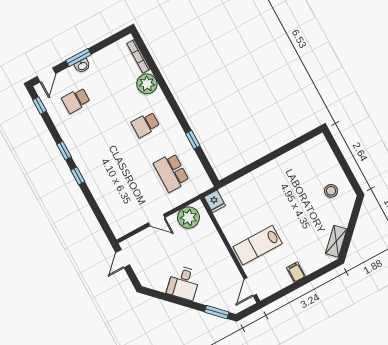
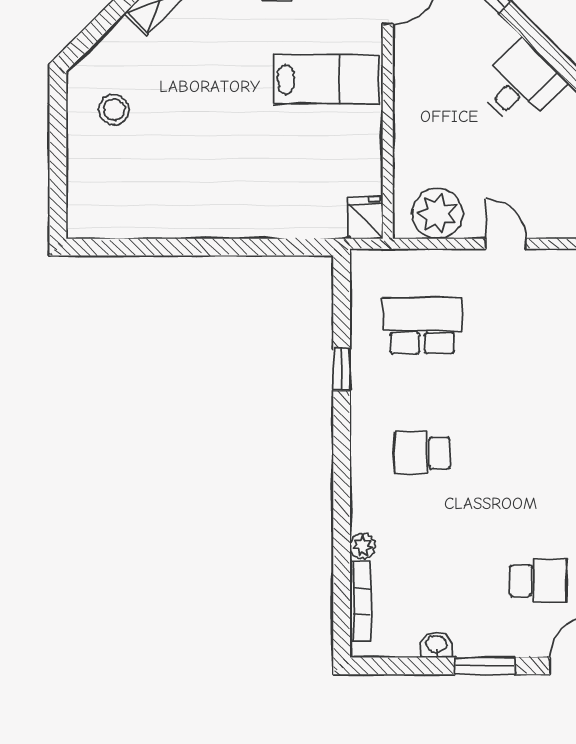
washbasin: (82, 66) -> (437, 645), moved
plant: (147, 84) -> (362, 546), width x0.53, depth x0.53
school desk: (145, 125) -> (422, 453), turned 180
school desk: (171, 172) -> (422, 326), turned -90

